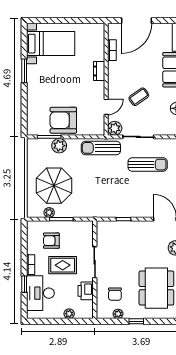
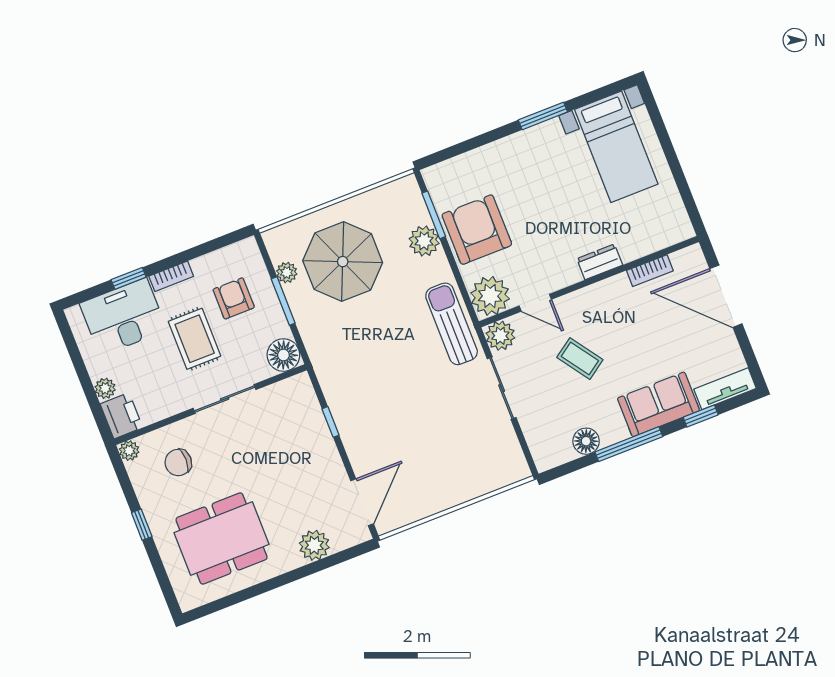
plant: (95, 126) -> (490, 296), added
sun lounger: (148, 165) -> (455, 427), removed
floor lamp: (85, 228) -> (283, 355), added
printer: (86, 291) -> (121, 416), moved, turned 90
plant: (118, 314) -> (129, 451), moved

